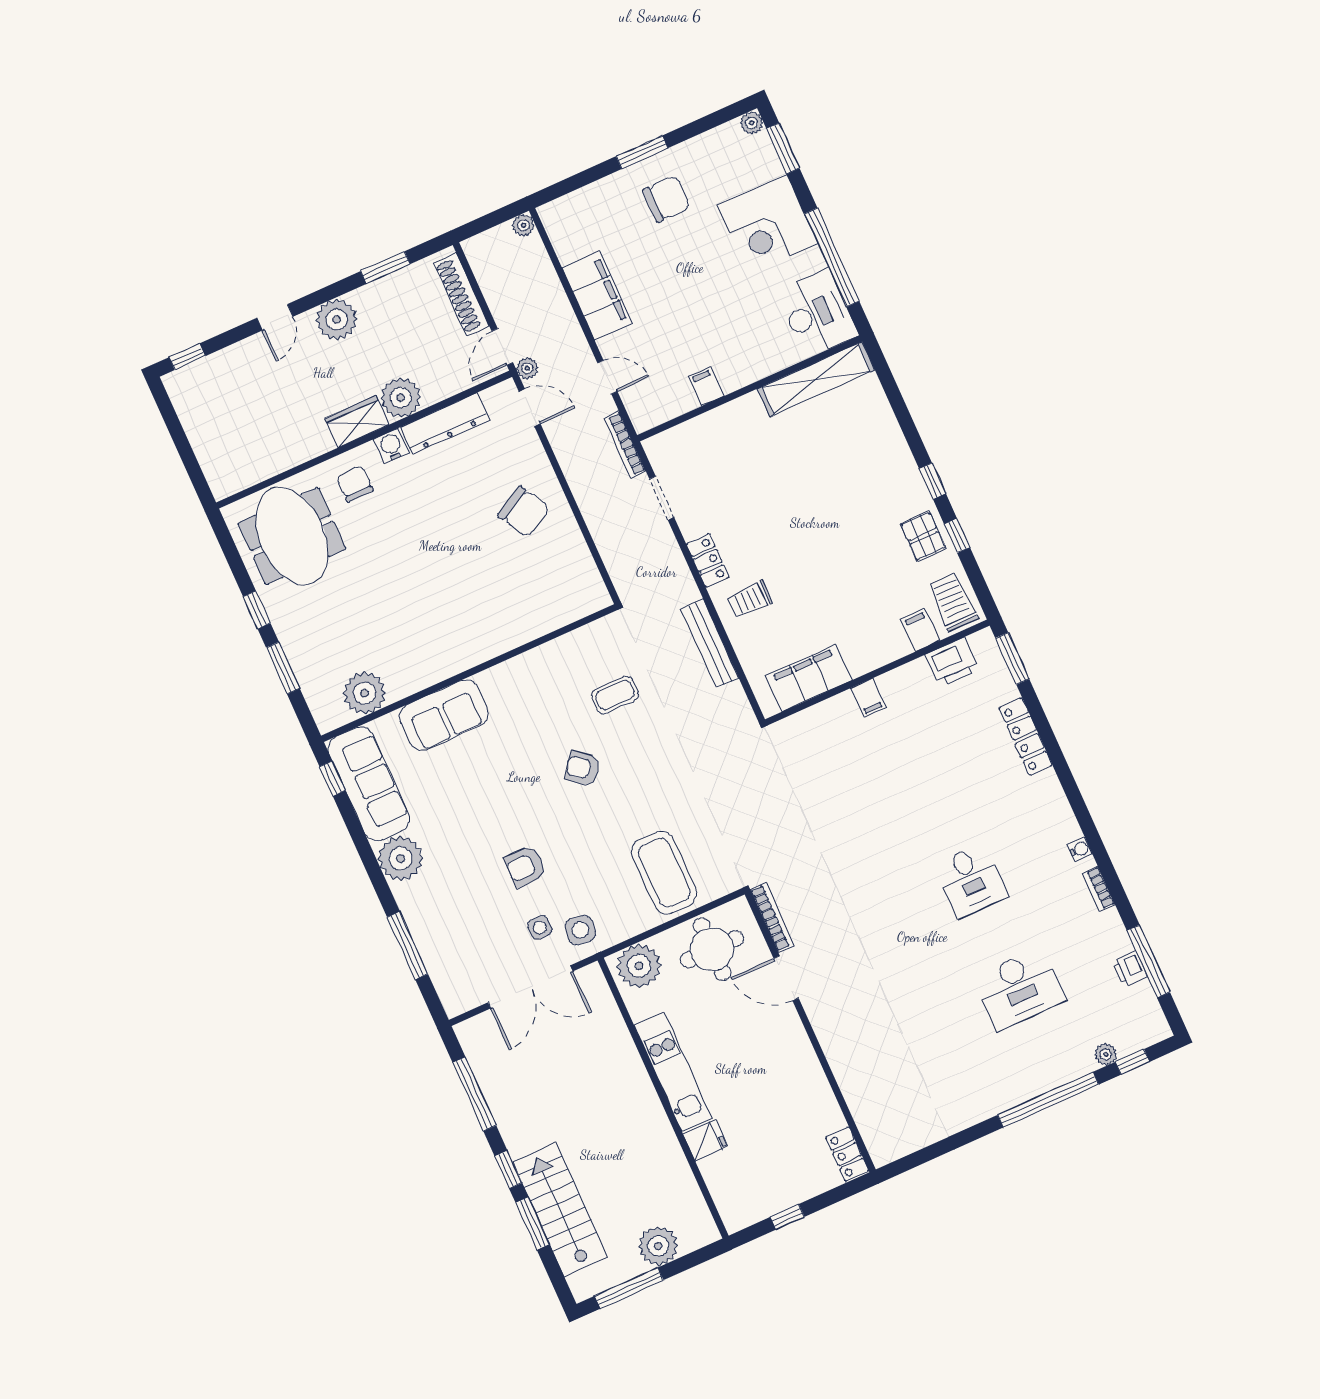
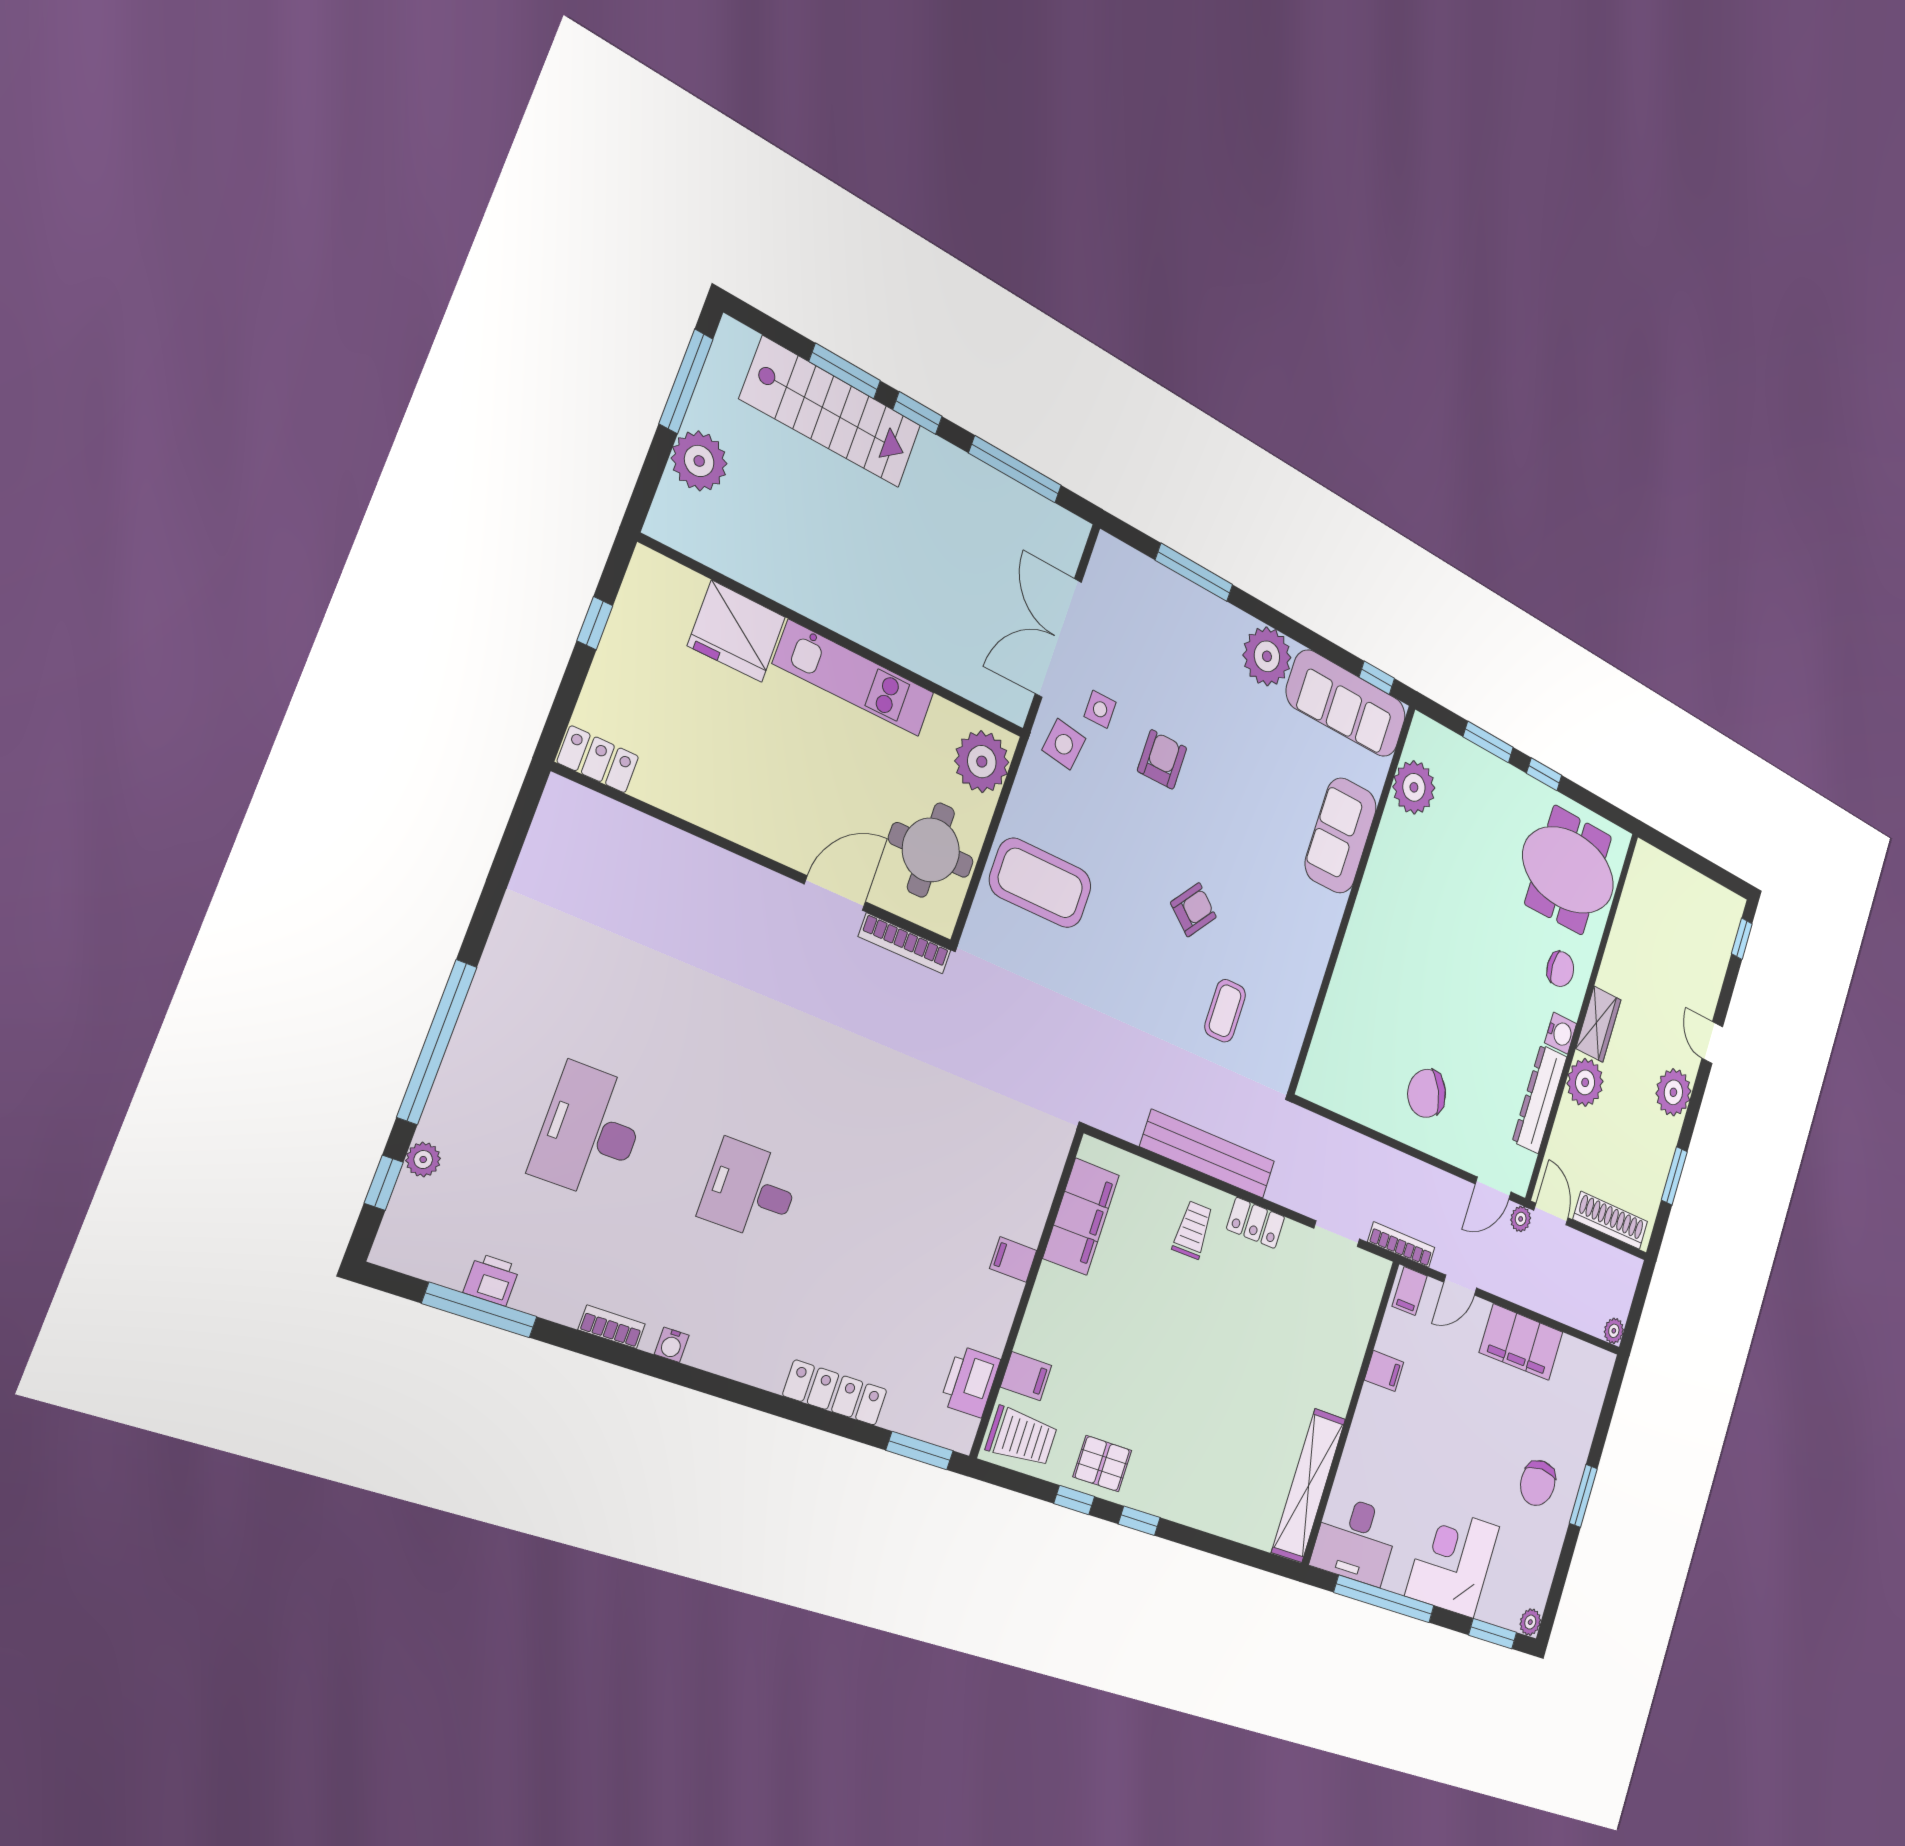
filing cabinet: (645, 412) -> (1410, 1291), added
bench: (710, 643) -> (1208, 1154), width x1.37, depth x1.21
fridge: (705, 1141) -> (737, 631), width x1.88, depth x1.34

